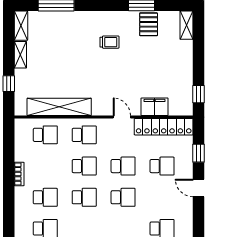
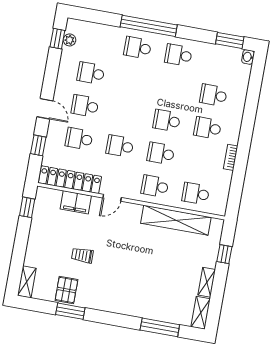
trolley: (109, 42) -> (82, 255), moved
door: (122, 117) -> (112, 198), hinge flipped
school desk: (123, 197) -> (85, 106), moved

